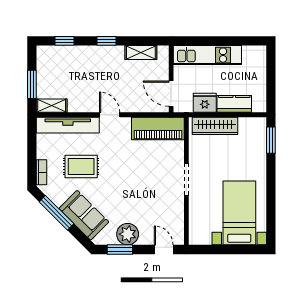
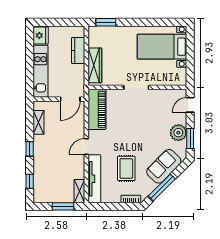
fridge: (205, 103) -> (41, 35), moved, turned 180

